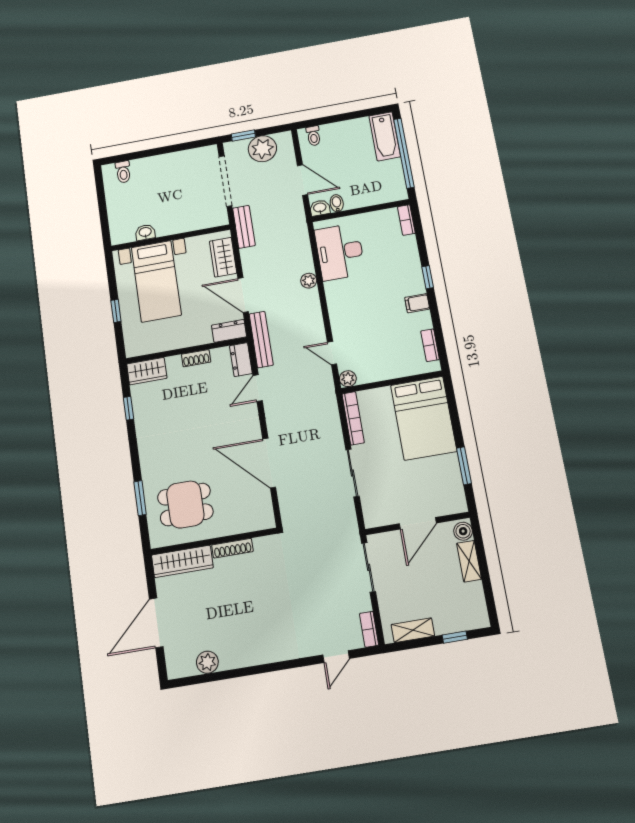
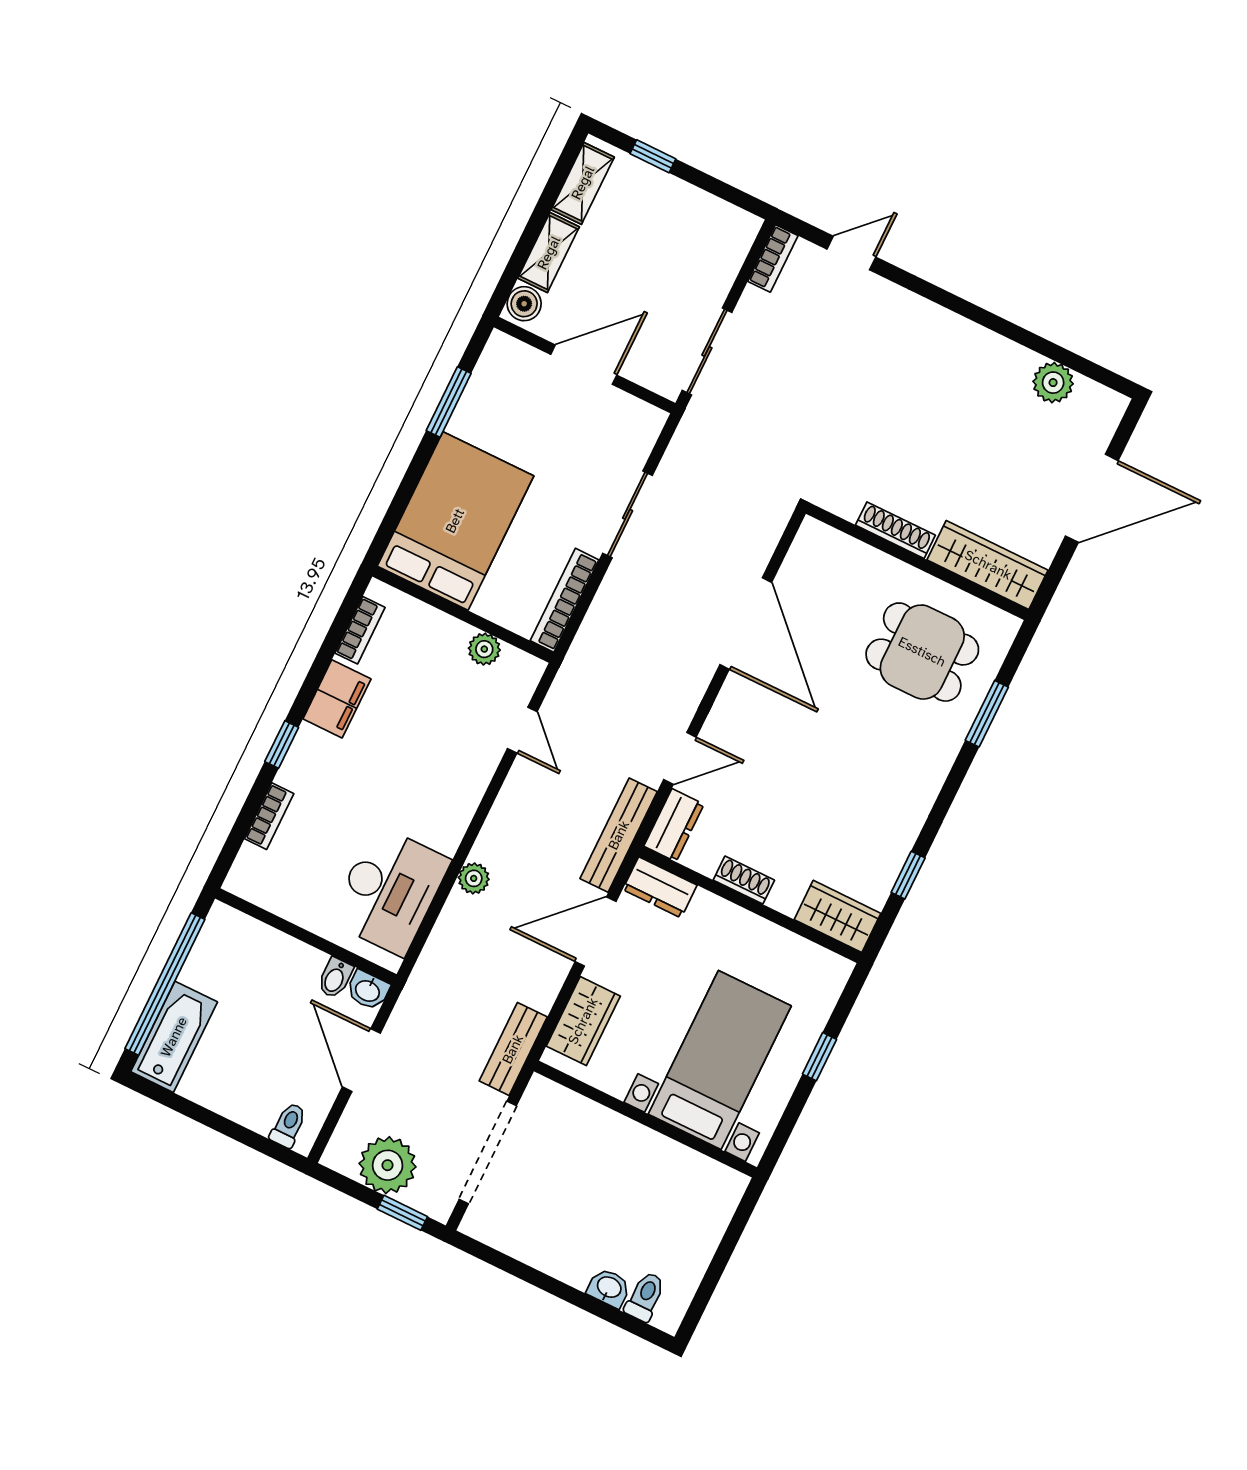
bookcase: (406, 220) -> (269, 816), moved
washbasin: (145, 232) -> (609, 1288), moved, turned 180
door: (243, 295) -> (596, 931), swing flipped
filing cabinet: (417, 303) -> (337, 699), width x2.00
plant: (348, 379) -> (484, 649), moved
shelving: (413, 630) -> (583, 183), moved, turned 90

